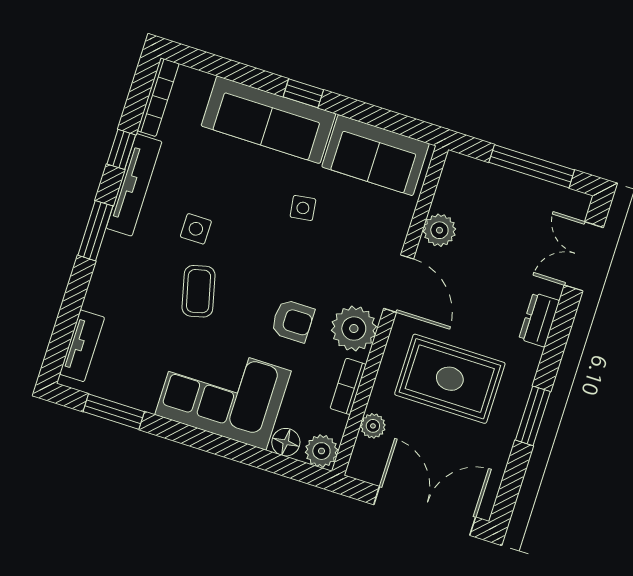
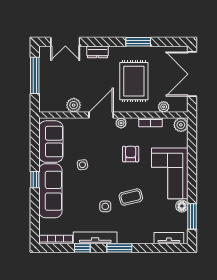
plant: (354, 329) -> (121, 123), width x0.53, depth x0.53
floor lamp: (286, 442) -> (182, 206), moved

